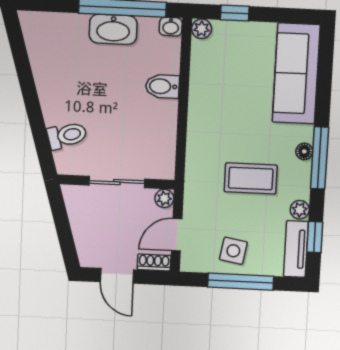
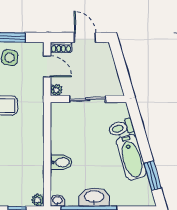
window: (21, 59) -> (153, 175), added
bathtub: (53, 89) -> (131, 157), added
door: (177, 235) -> (47, 66), hinge flipped

